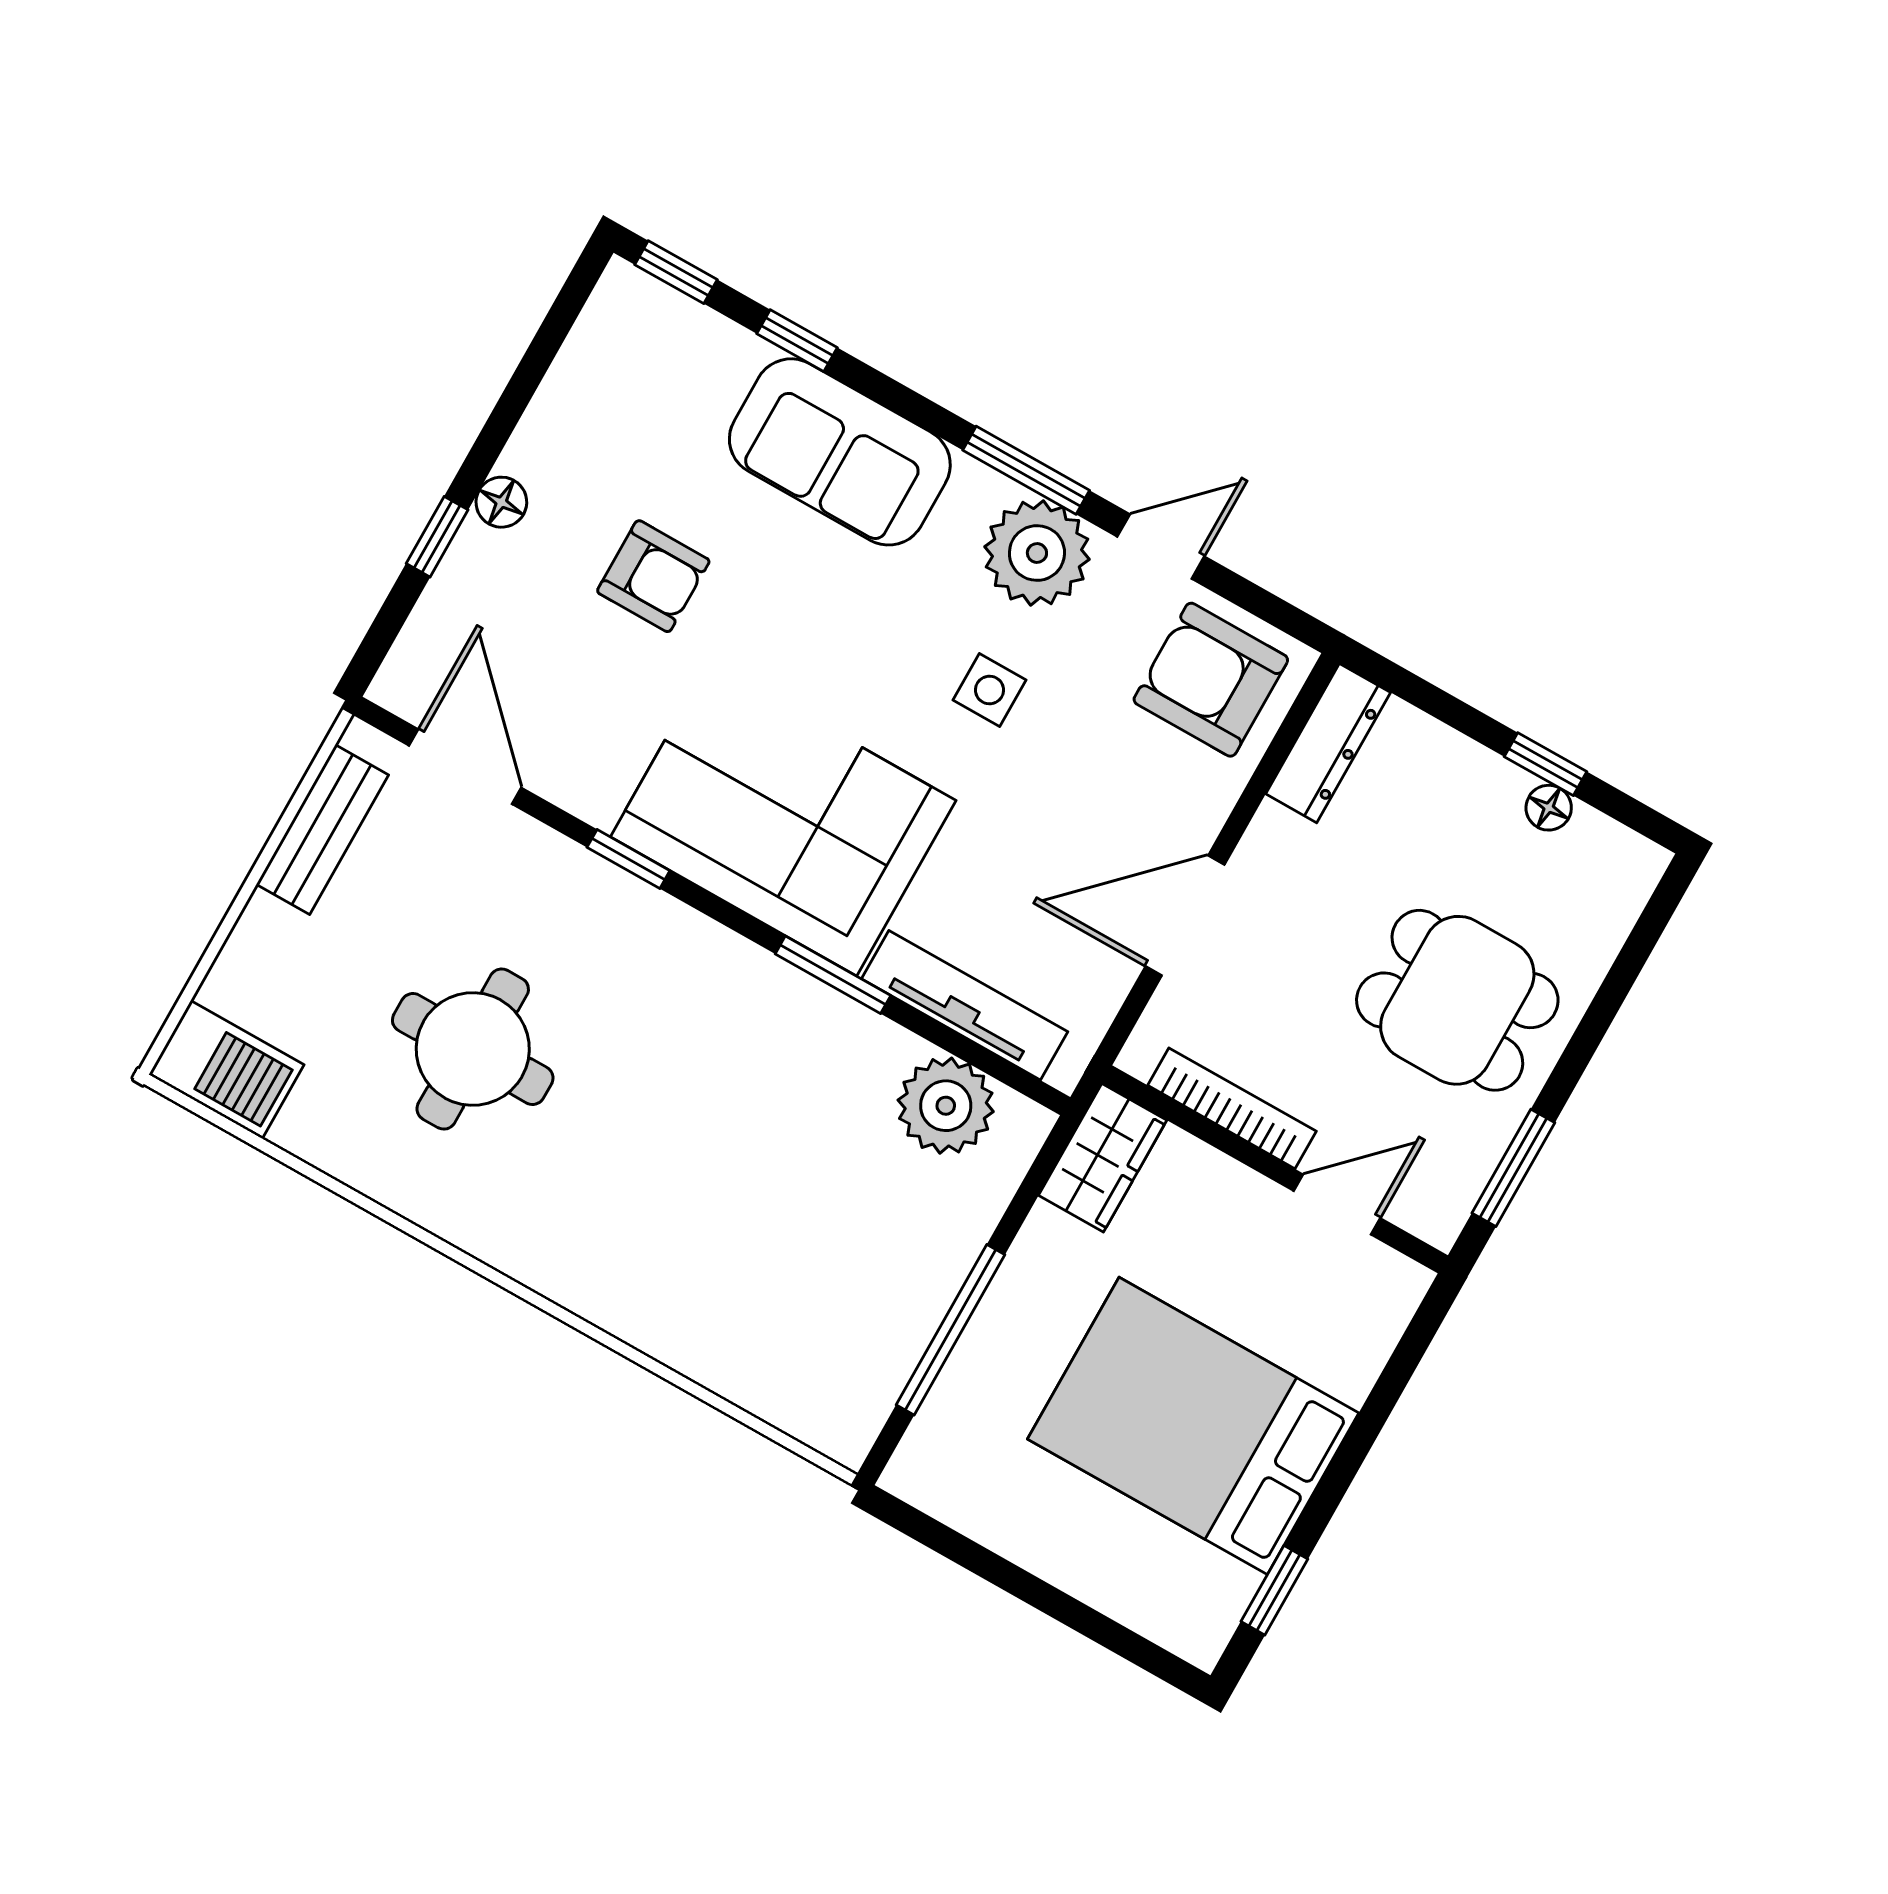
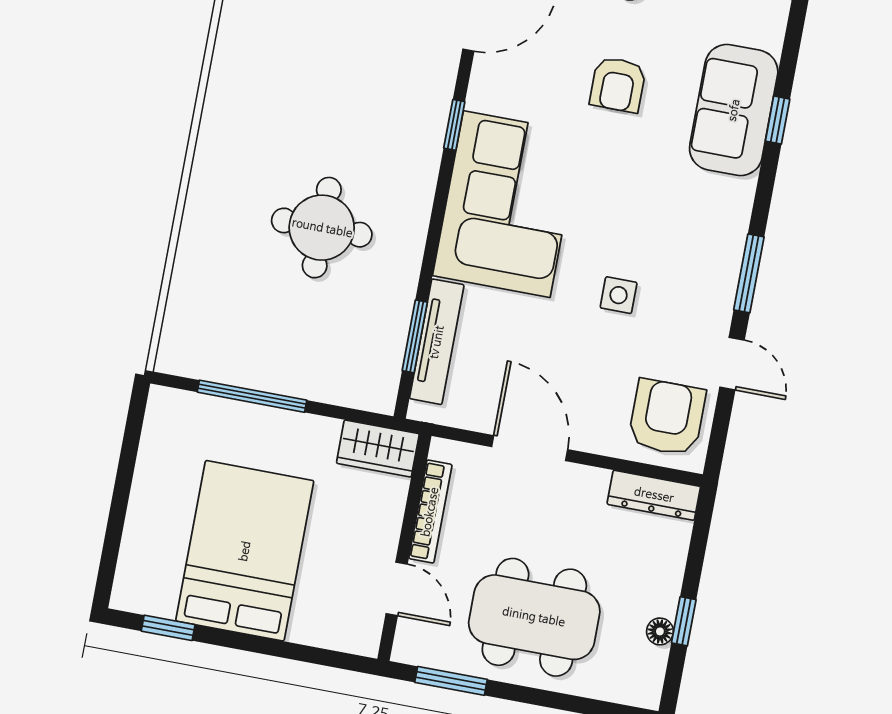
window: (676, 272) -> (793, 39), removed
sofa: (840, 452) -> (734, 110), moved
plant: (1037, 553) -> (705, 295), removed
window: (833, 975) -> (415, 336), moved
dining table: (1457, 1000) -> (534, 617), width x1.38
round table: (473, 1049) -> (322, 228), moved
plant: (946, 1106) -> (377, 350), removed

